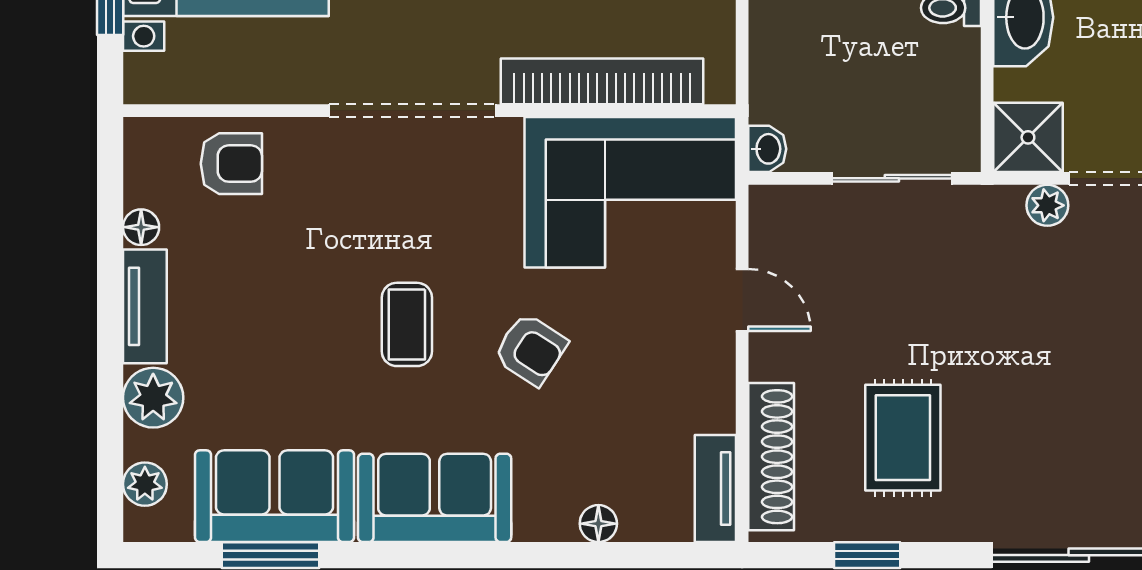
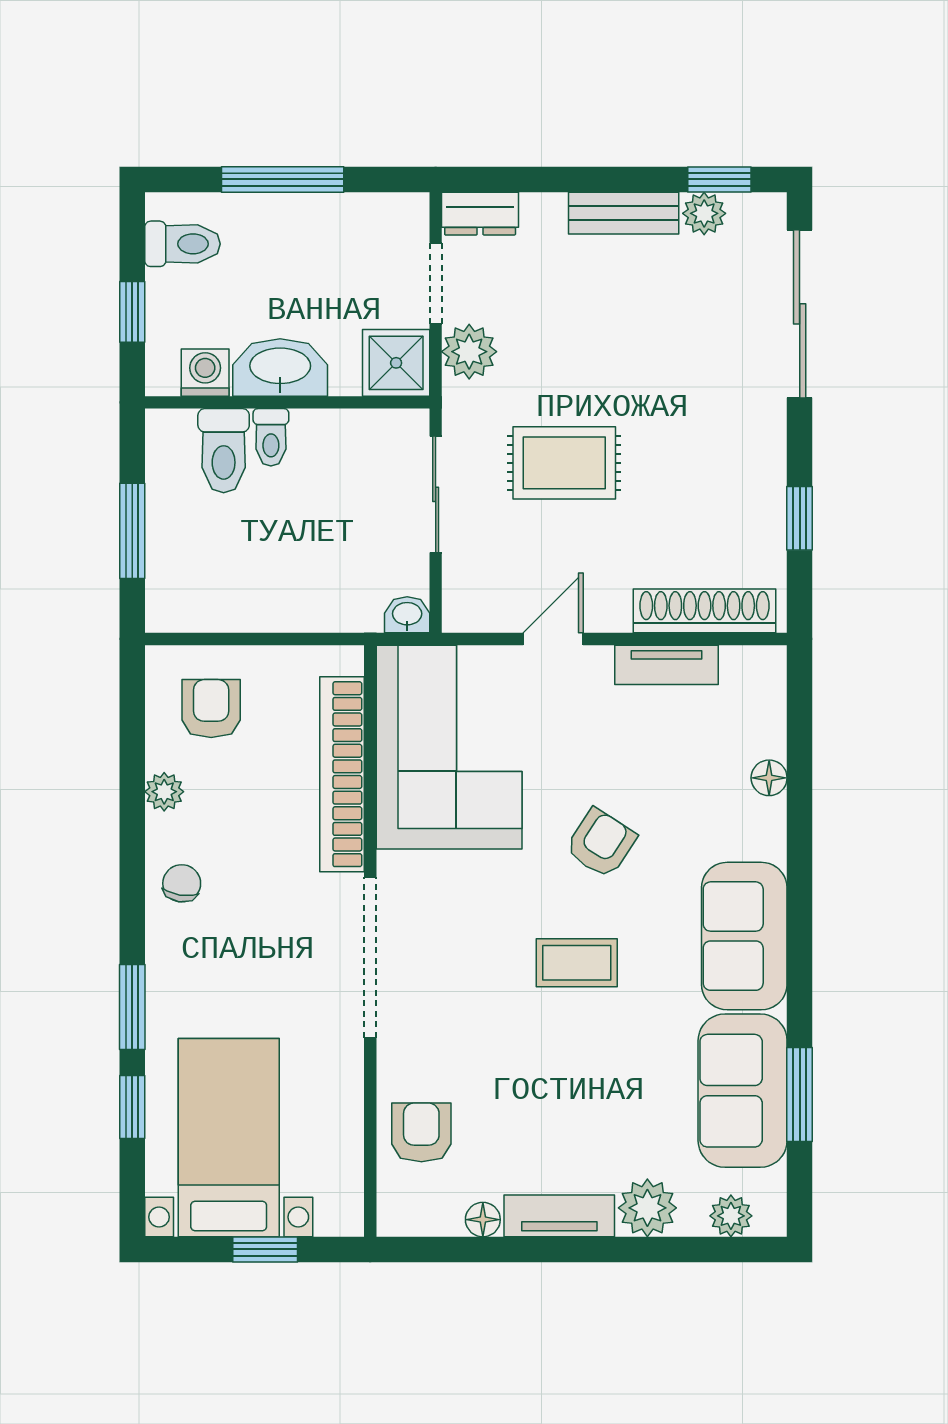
plant: (1047, 205) -> (469, 352), width x1.38, depth x1.38
rug: (903, 438) -> (564, 463), moved
tv unit: (715, 489) -> (666, 665), moved

